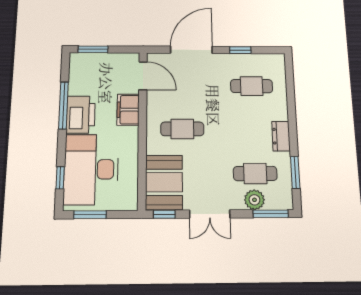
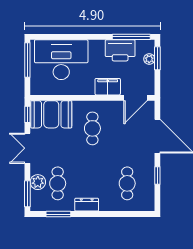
plant: (94, 59) -> (149, 59), added
window: (63, 105) -> (131, 37), moved
printer: (81, 115) -> (120, 50), moved
window: (60, 178) -> (55, 37), removed
window: (90, 215) -> (27, 60), width x1.44

